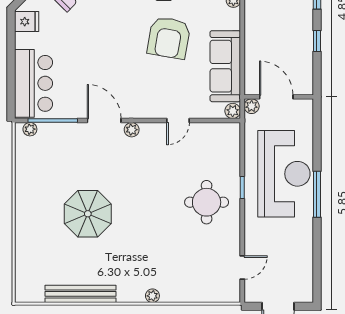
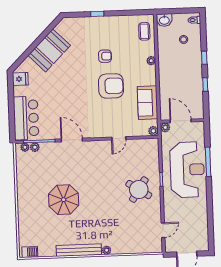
armchair: (169, 38) -> (111, 86), turned -100
sofa: (225, 66) -> (148, 103), width x0.73
plant: (132, 130) -> (35, 147), moved
window: (317, 194) -> (208, 162), moved
round table: (207, 202) -> (139, 190), turned 33
barbecue: (32, 294) -> (30, 252), added
bench: (80, 294) -> (79, 250), moved

